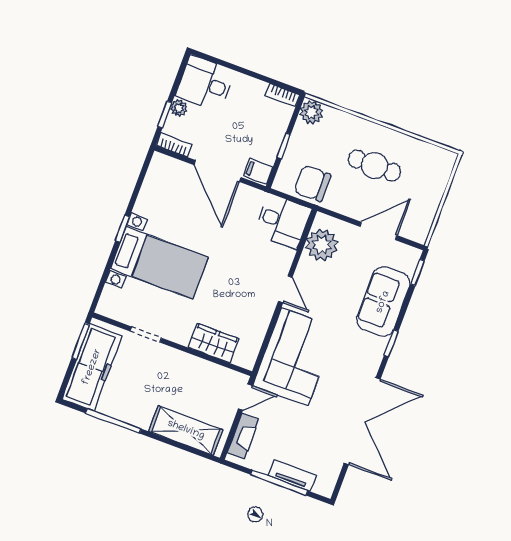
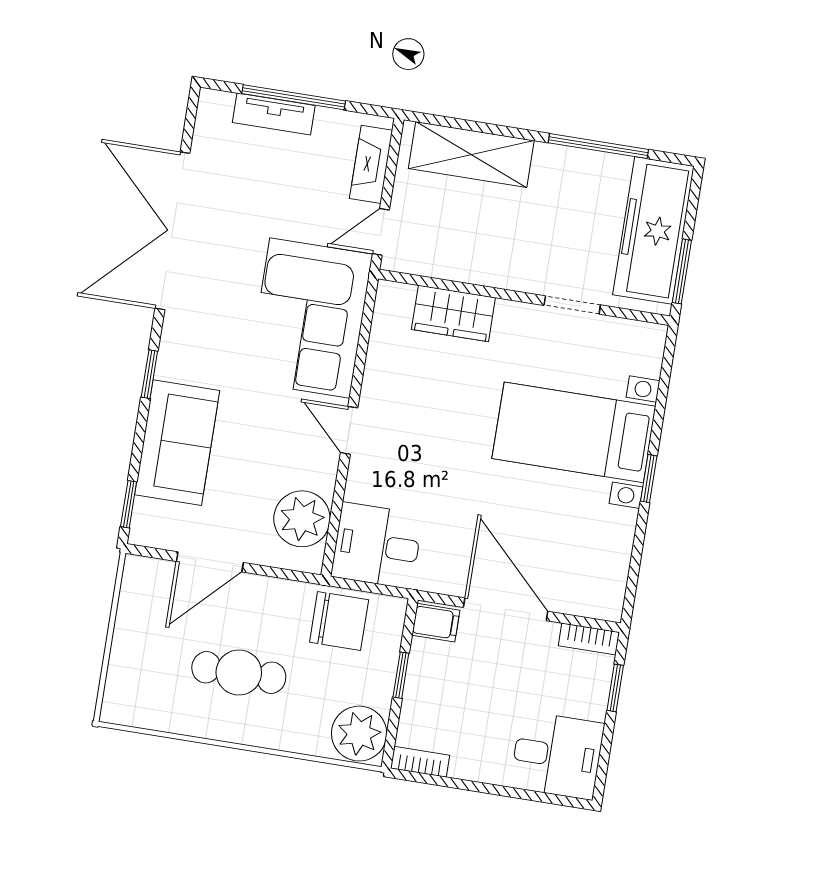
plant: (179, 108) -> (594, 704), removed
plant: (311, 112) -> (359, 734), width x1.36, depth x1.36

